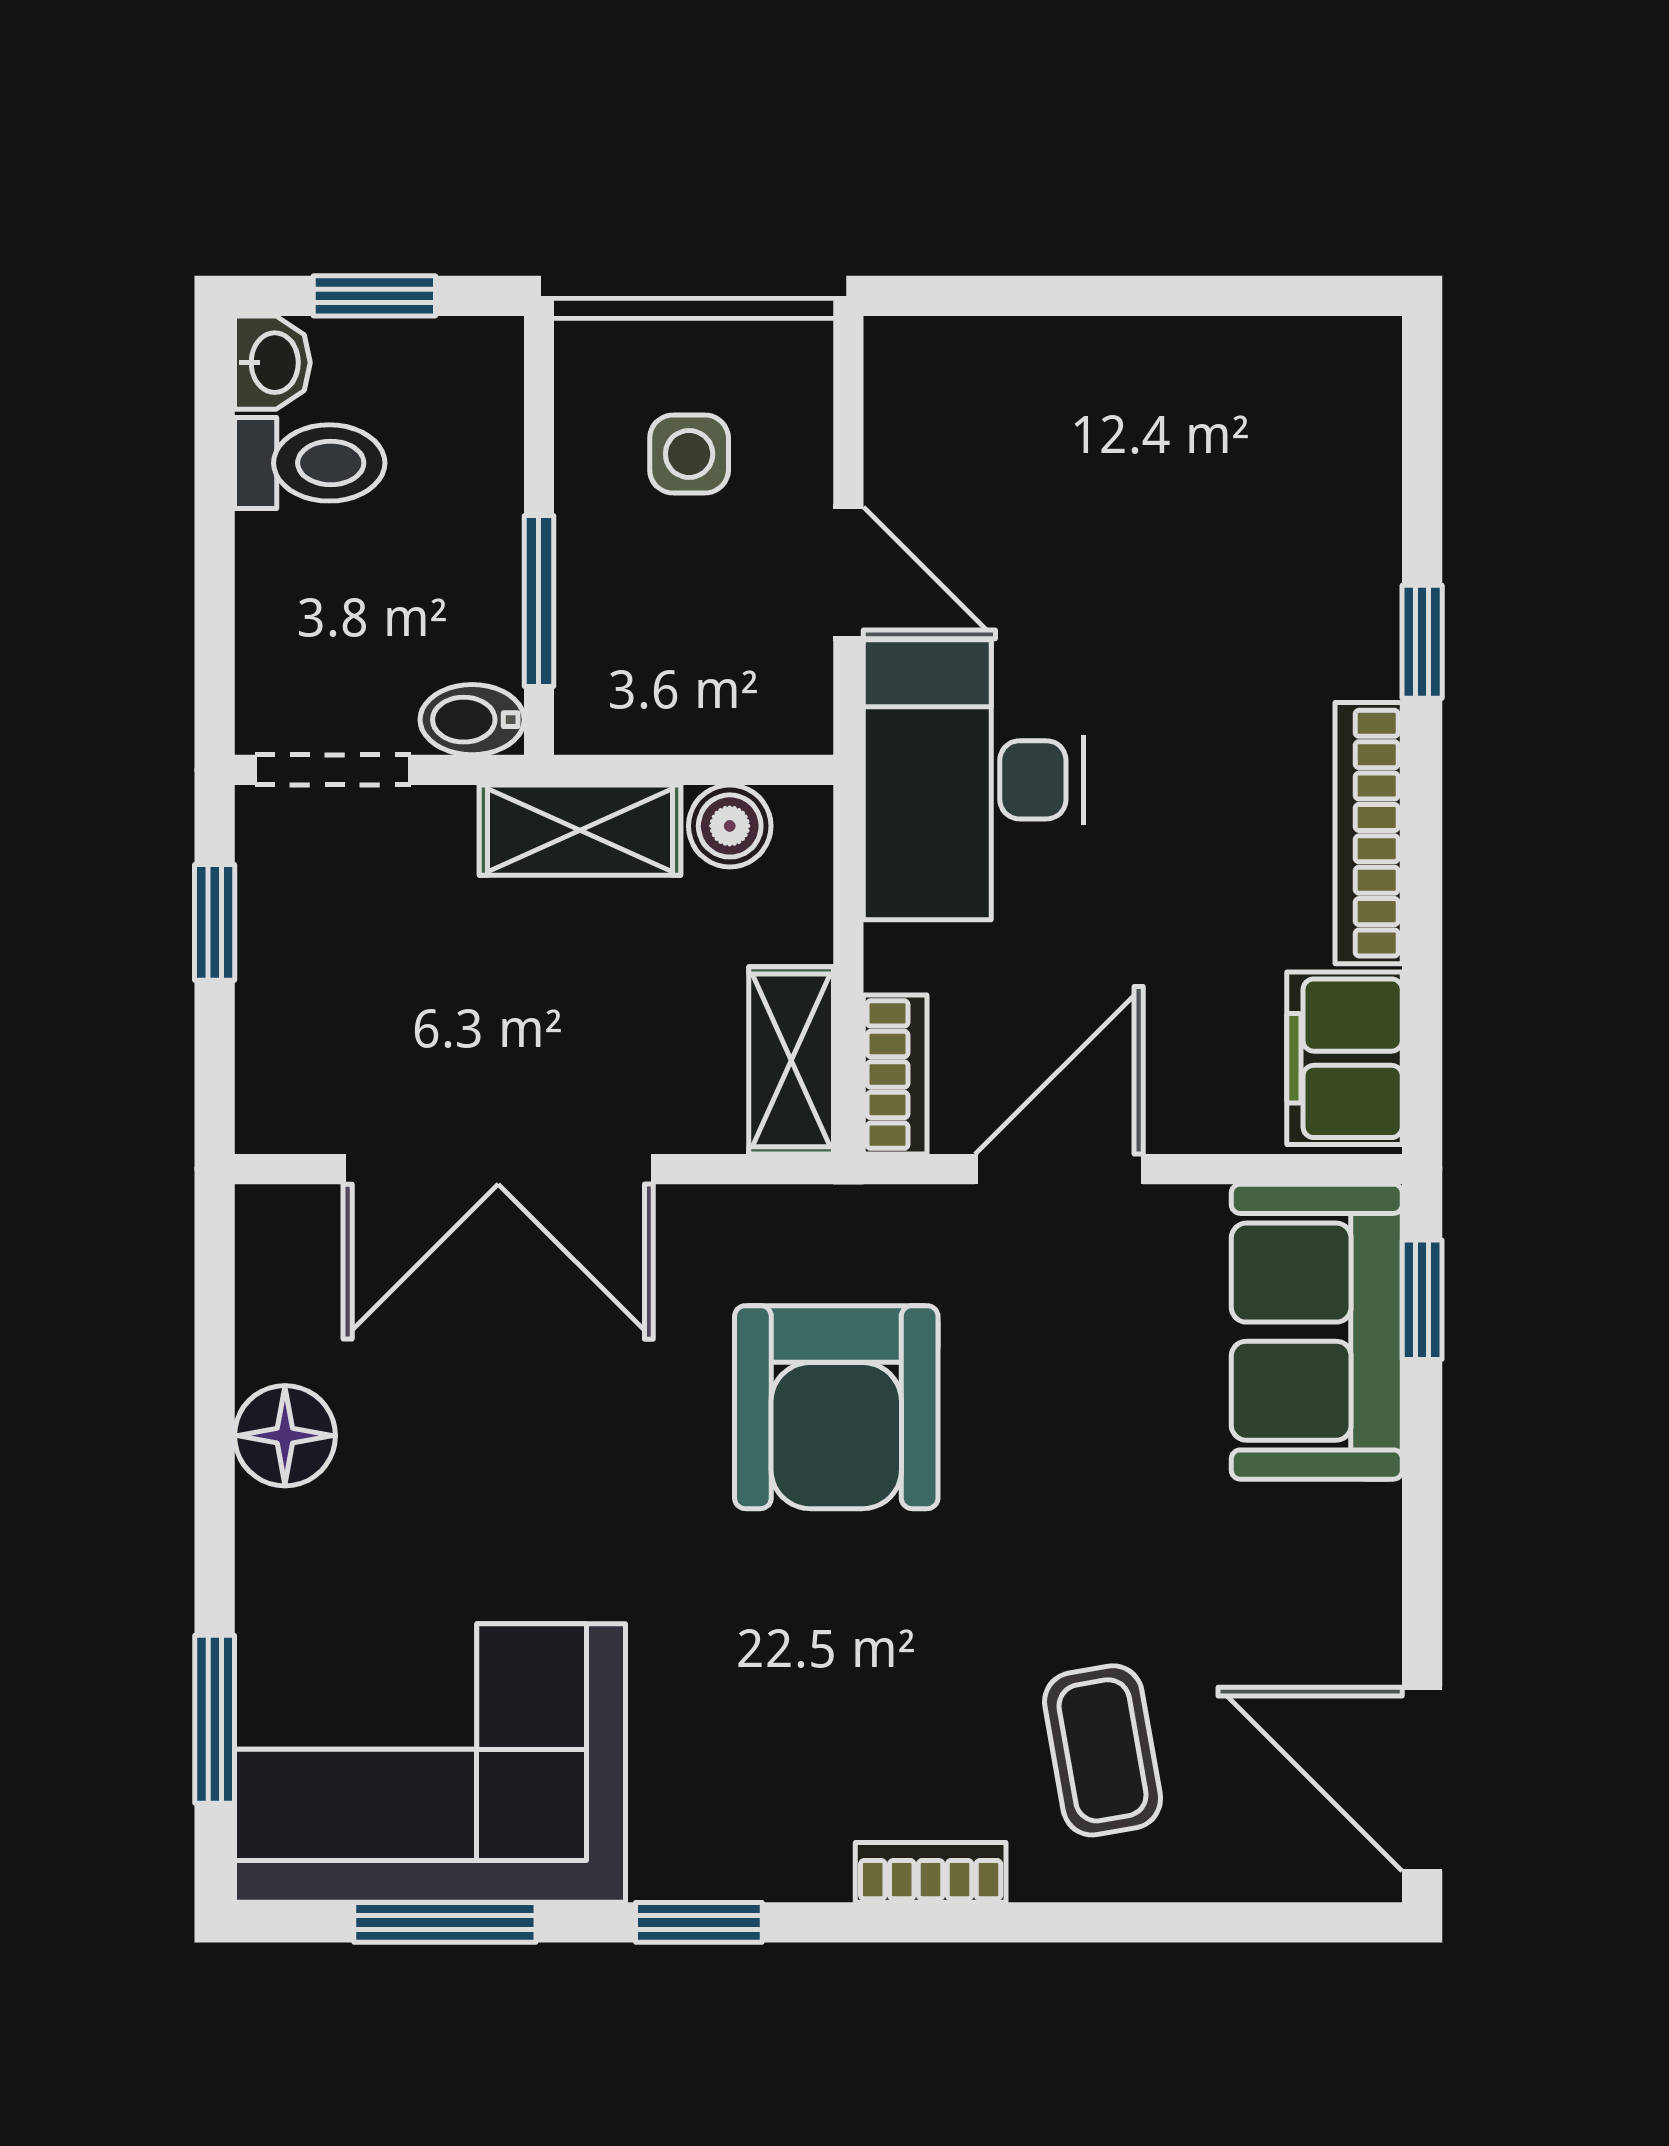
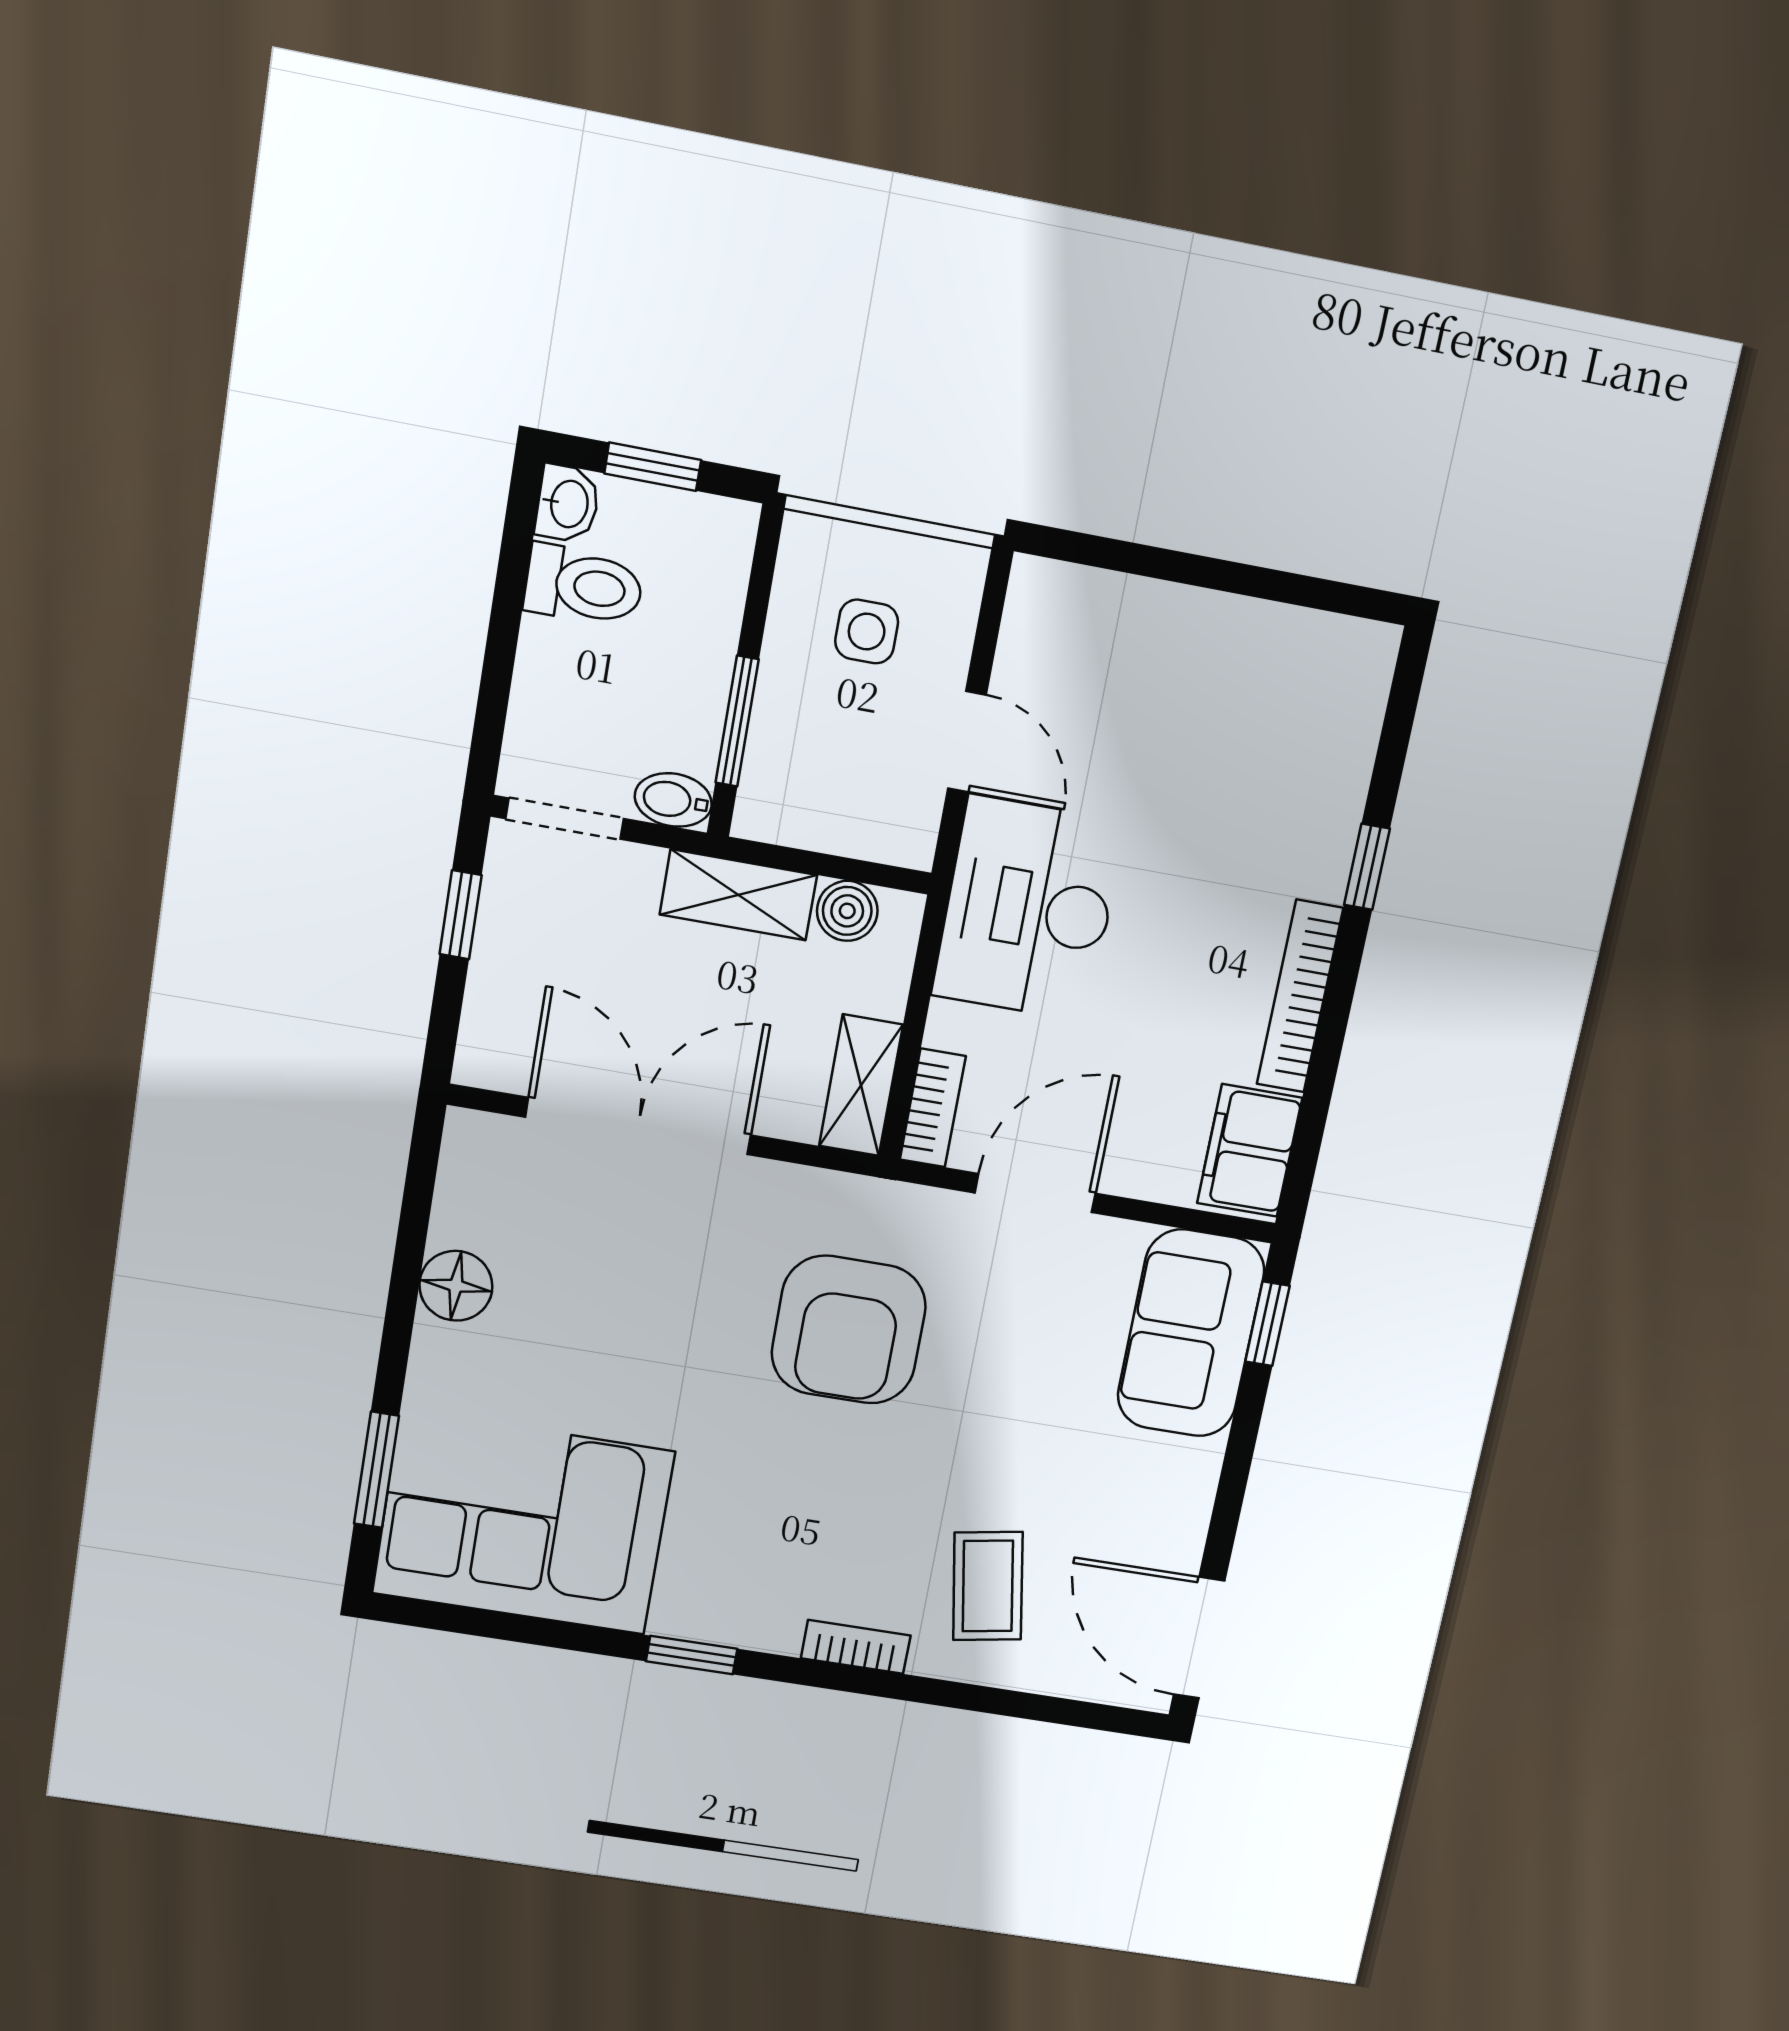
double door: (498, 1169) -> (638, 1126), swing flipped
window: (445, 1922) -> (517, 1628), removed

